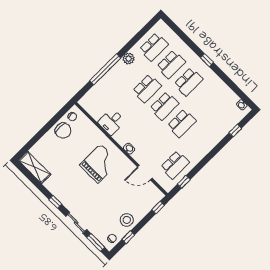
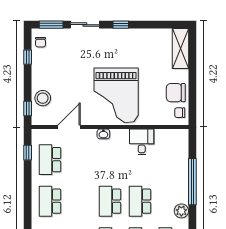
school desk: (182, 123) -> (50, 201), moved
grand piano: (99, 164) -> (116, 95), width x1.37, depth x1.48
shelving: (35, 167) -> (180, 48), moved, turned 90
stool: (127, 220) -> (43, 98), moved

